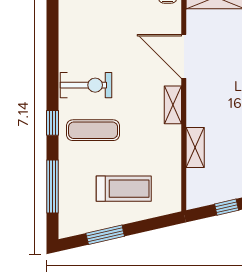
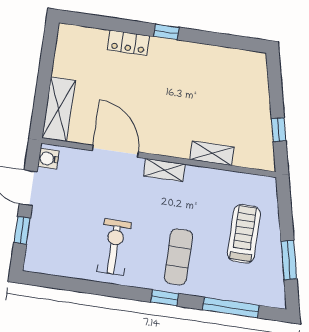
door: (184, 56) -> (115, 151), swing flipped
exercise bike: (86, 85) -> (114, 247), moved

